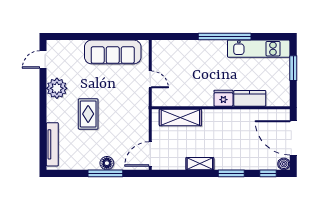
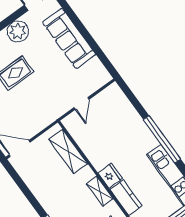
sofa: (113, 52) -> (69, 38), moved
shelving: (200, 164) -> (100, 191), moved

